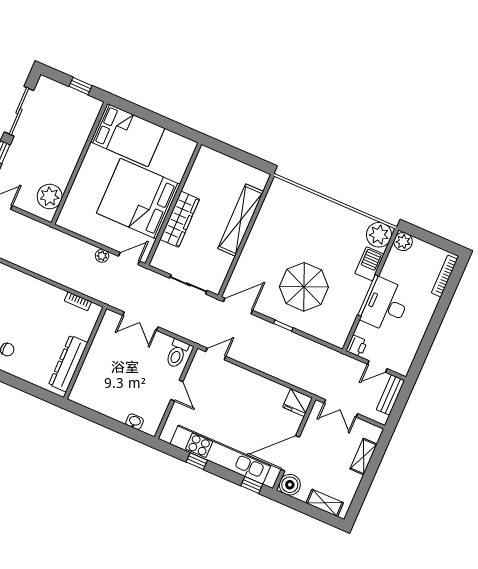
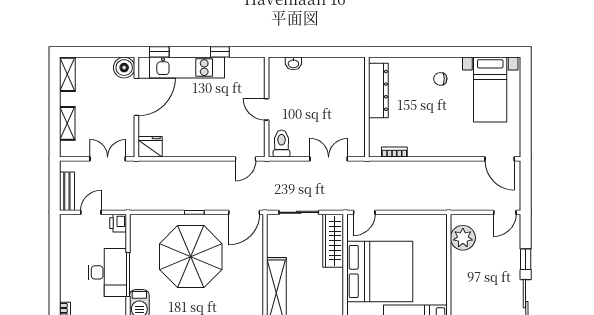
wardrobe: (180, 219) -> (333, 241), moved
plant: (102, 256) -> (390, 204), removed
parasol: (304, 287) -> (191, 257), width x1.36, depth x1.36
kitchen unit: (220, 455) -> (187, 68), width x0.73
shelving: (325, 503) -> (67, 74), moved, turned 90

